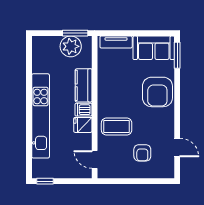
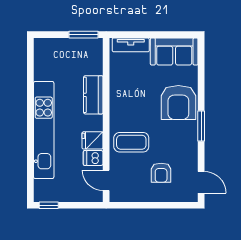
plant: (71, 46) -> (78, 50), removed
window: (177, 55) -> (201, 126), moved
dishwasher: (83, 110) -> (93, 158), moved
door: (177, 147) -> (201, 182), moved

